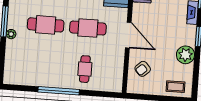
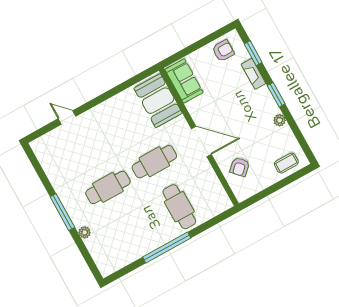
plant: (11, 34) -> (85, 232), moved
plant: (185, 55) -> (280, 120), width x0.53, depth x0.53
cafe table: (85, 69) -> (179, 207), width x1.37, depth x1.35

